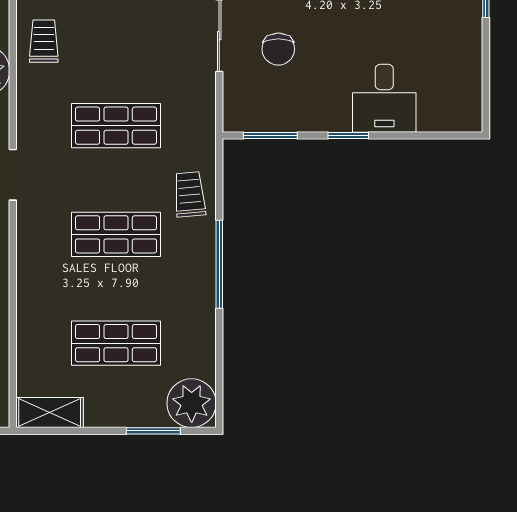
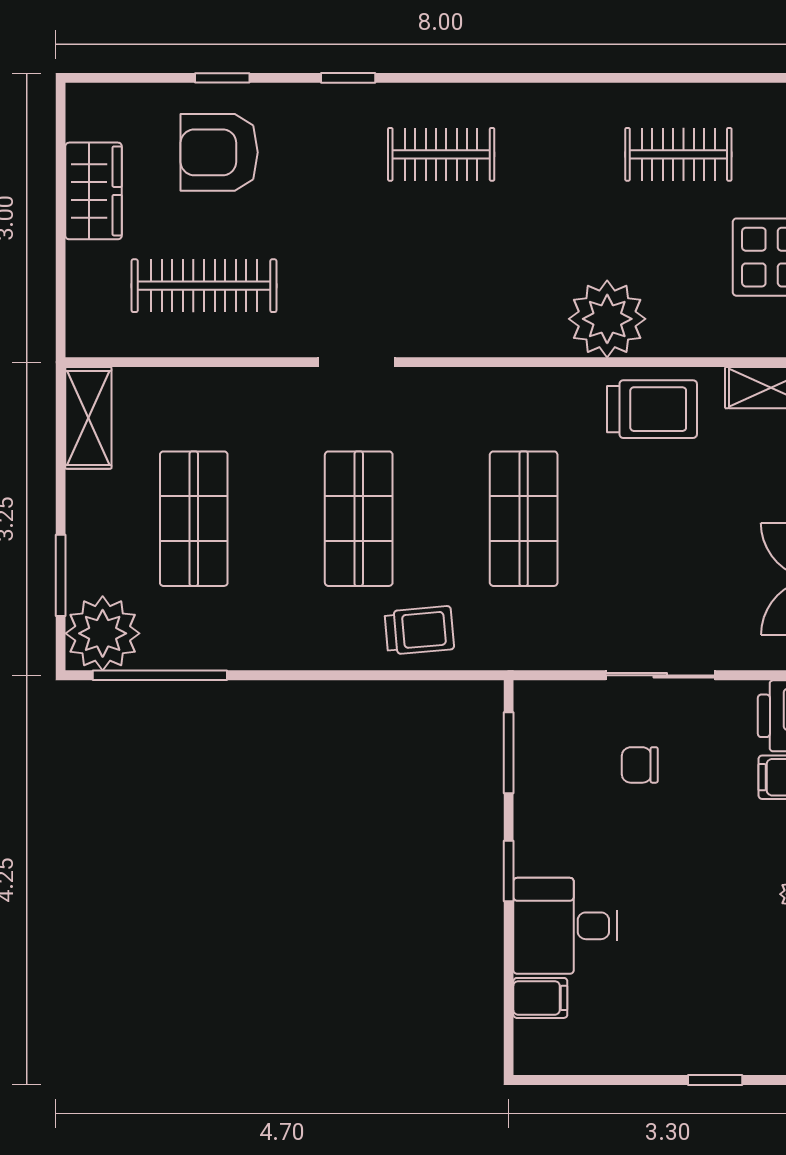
trolley: (44, 41) -> (652, 409), width x1.36, depth x1.39
chair: (278, 49) -> (640, 765), width x0.73, depth x0.73
filing cabinet: (432, 115) -> (540, 998), added
doorway: (13, 175) -> (357, 362), moved
window: (219, 264) -> (160, 675), moved

